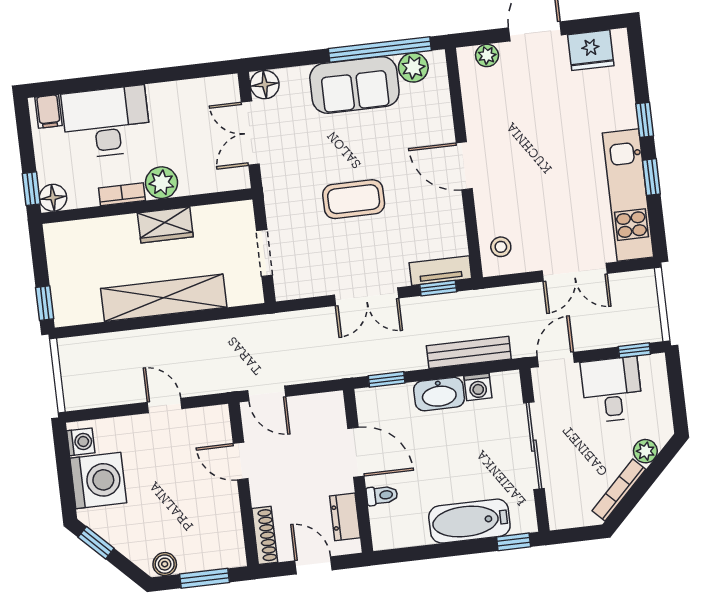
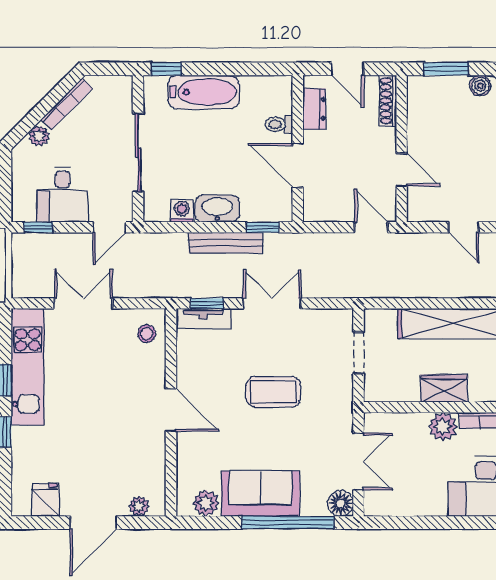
window: (380, 50) -> (288, 523), moved
fridge: (591, 50) -> (46, 500), width x0.72
bench: (469, 352) -> (226, 243), moved

